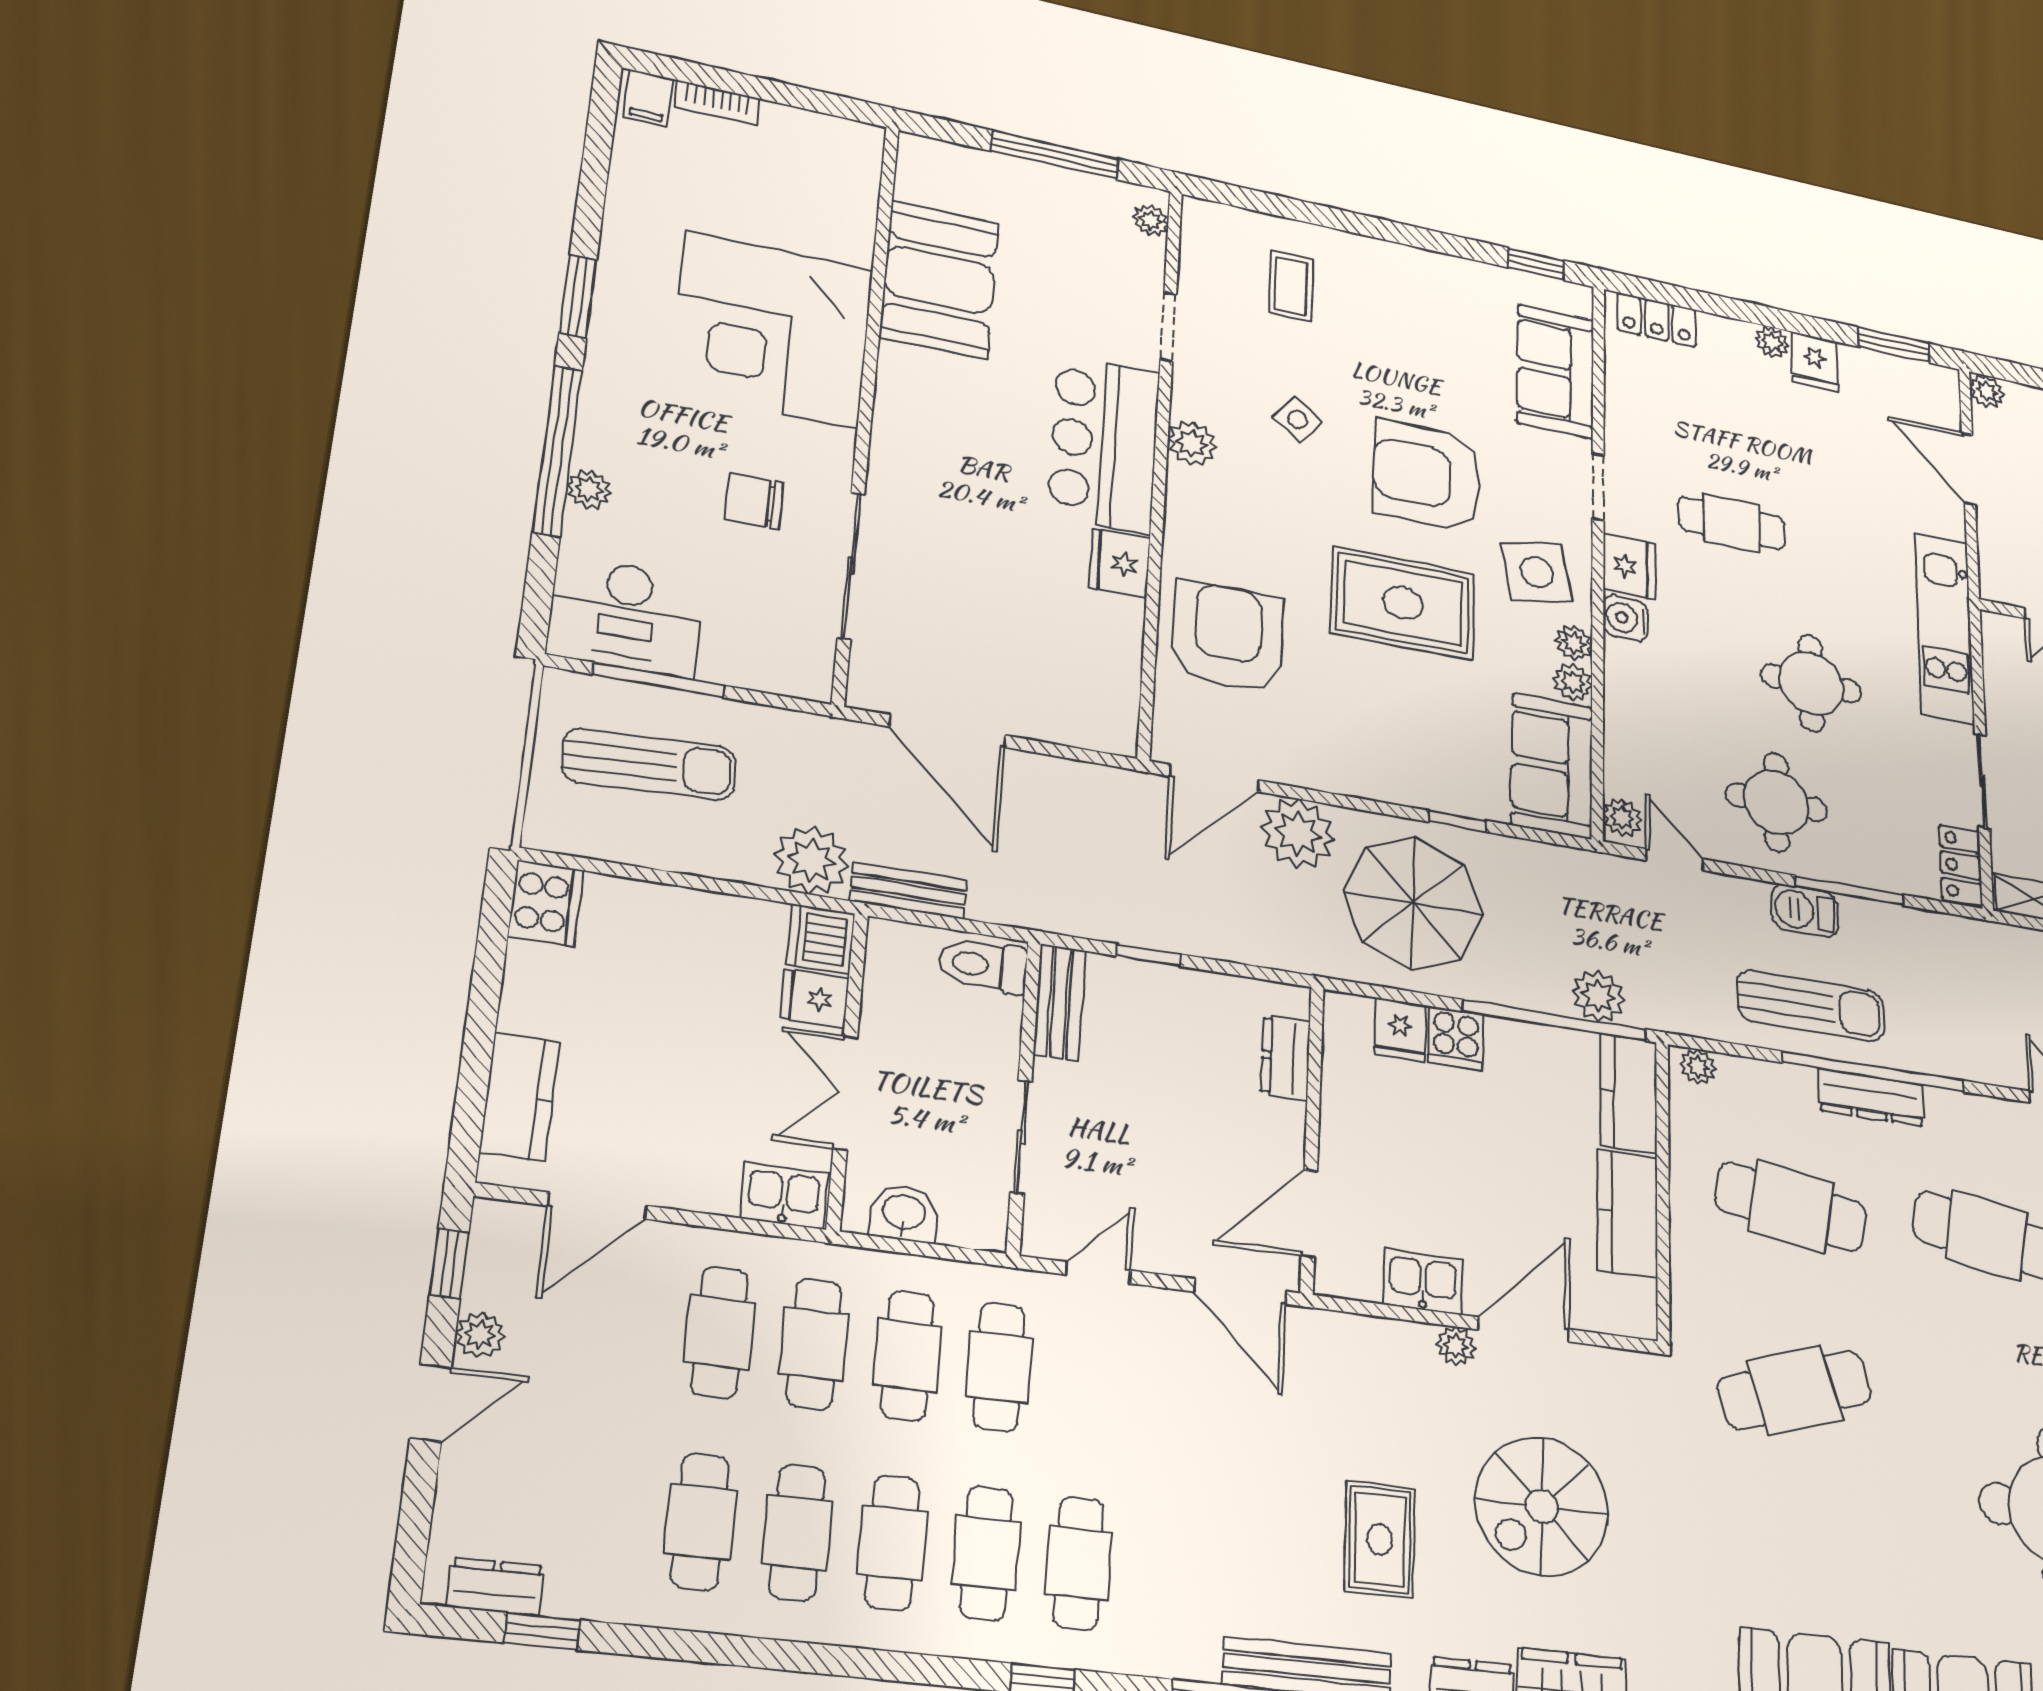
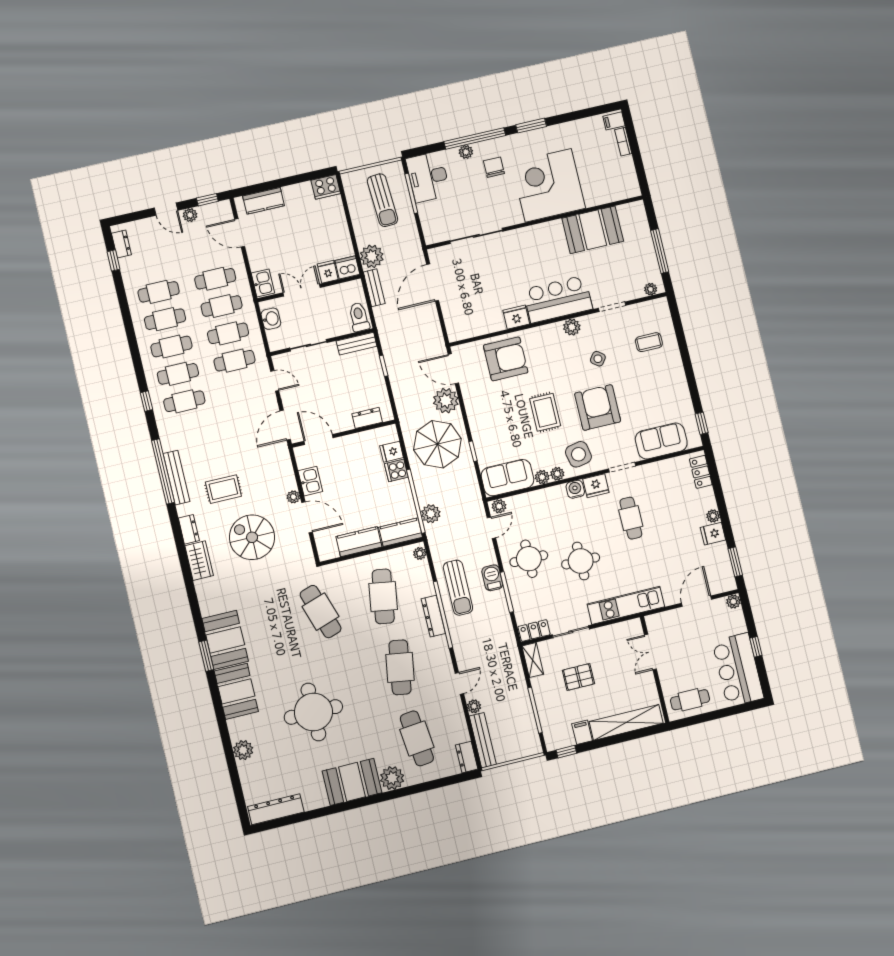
chair: (754, 501) -> (494, 167), moved
rug: (1403, 603) -> (545, 412), width x0.73, depth x0.70

